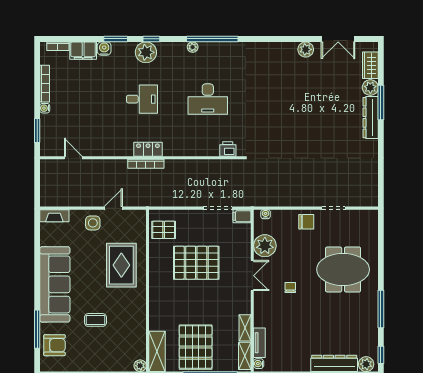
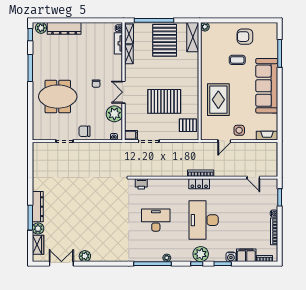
desk: (142, 99) -> (204, 220), width x1.87, depth x1.30
armchair: (54, 345) -> (245, 37), moved

